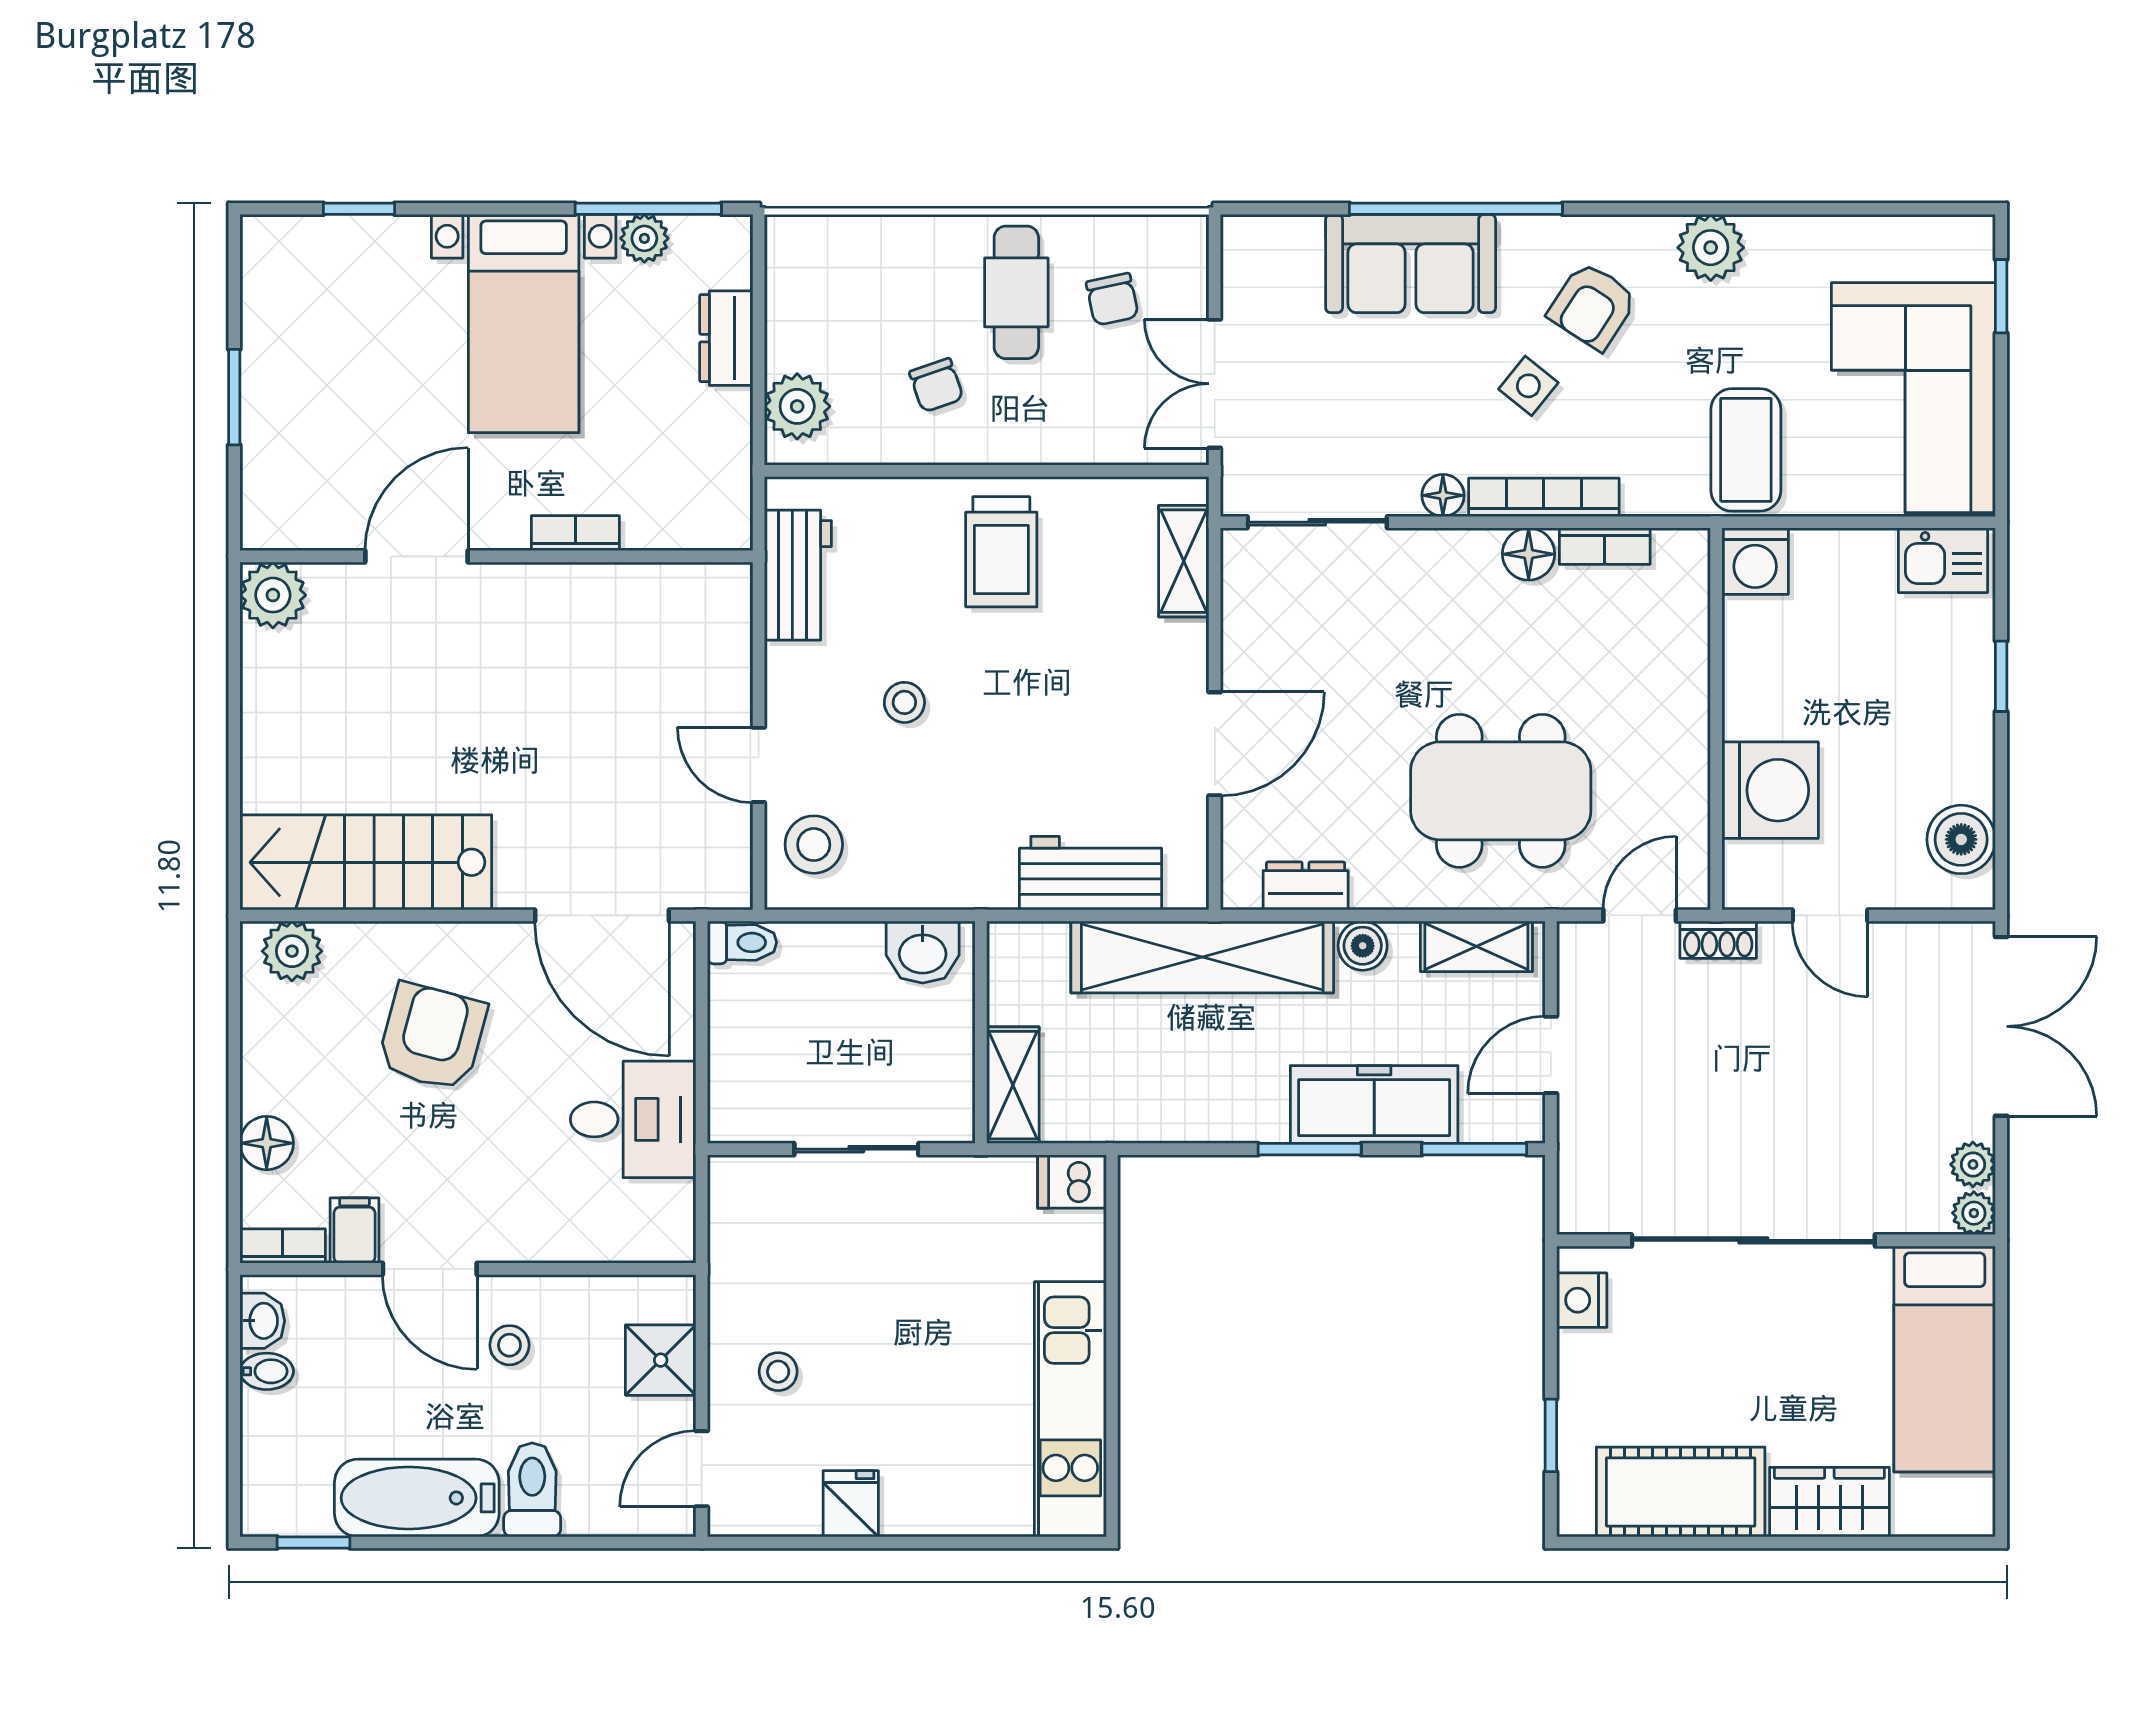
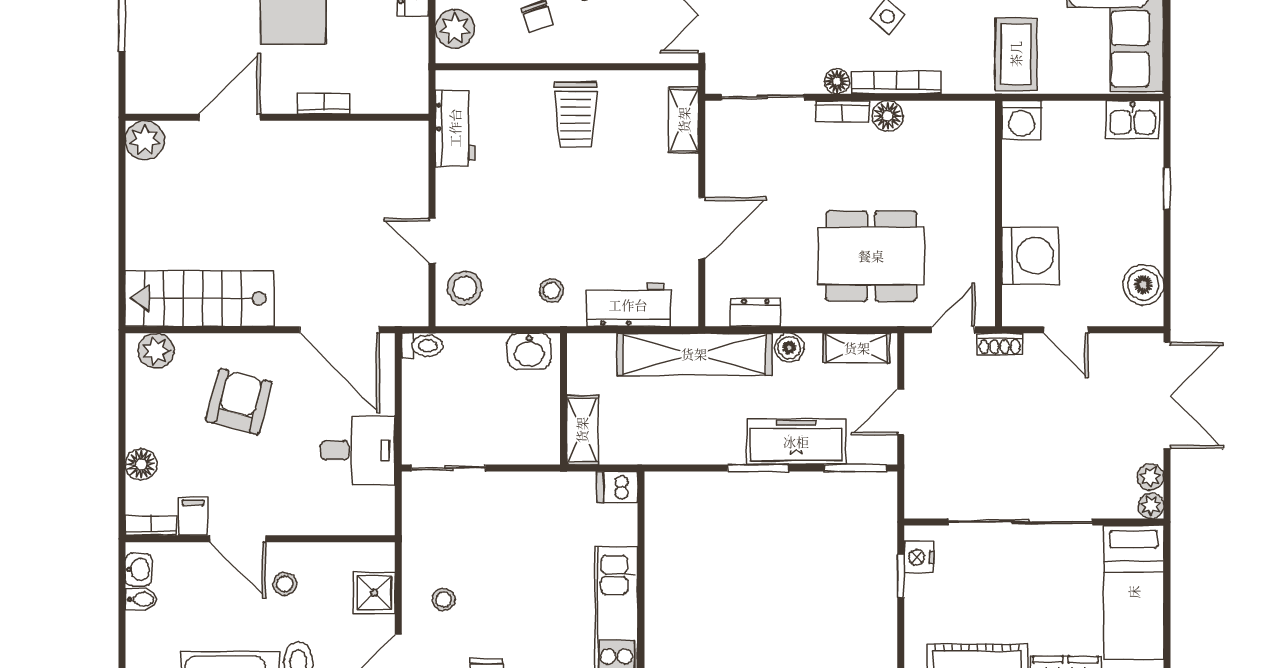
bookcase: (1605, 546) -> (842, 111), moved
stool: (904, 702) -> (551, 290), moved
sliding door: (856, 1149) -> (449, 468), moved
window: (1551, 1435) -> (901, 576), moved

